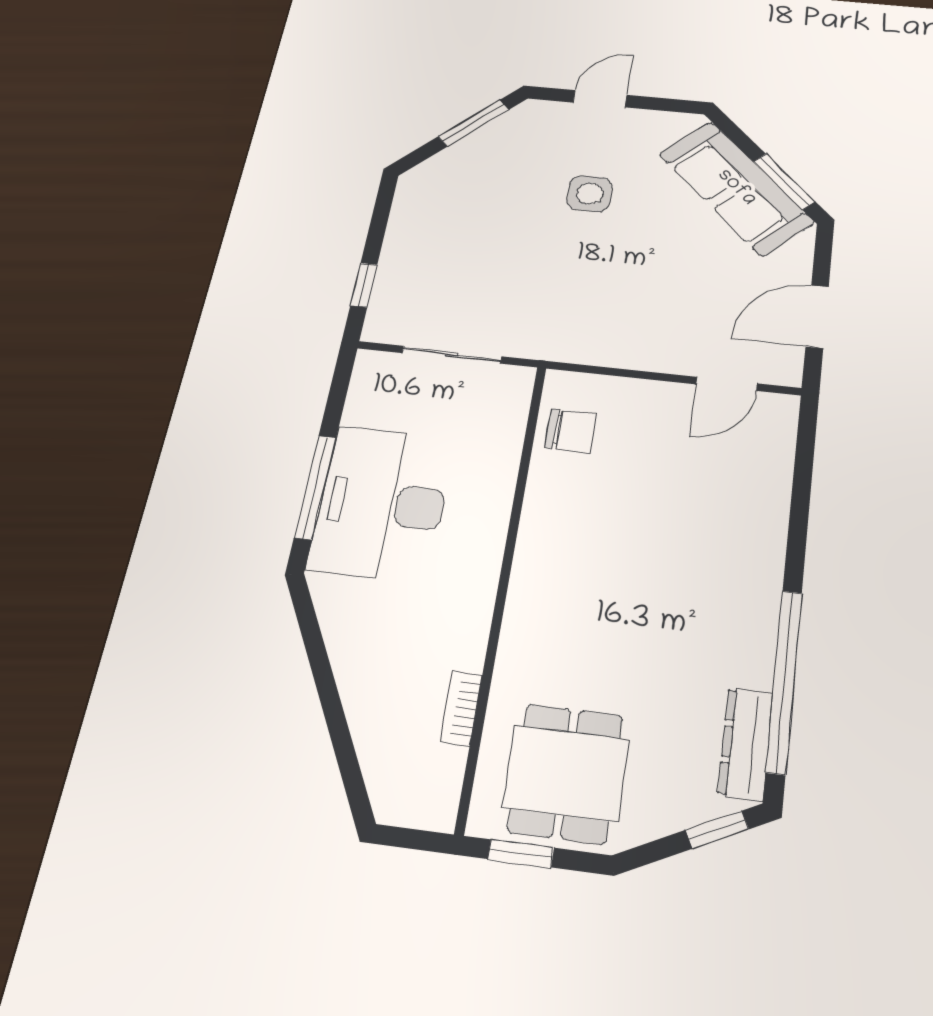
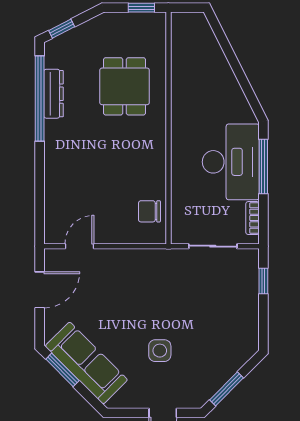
bookcase: (461, 708) -> (253, 218), moved, turned 180
dresser: (746, 744) -> (53, 94), moved
dining table: (566, 773) -> (125, 86), moved

